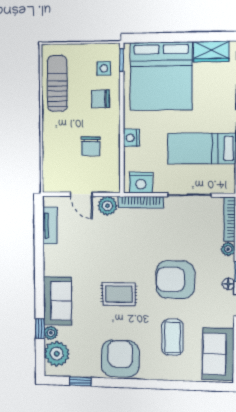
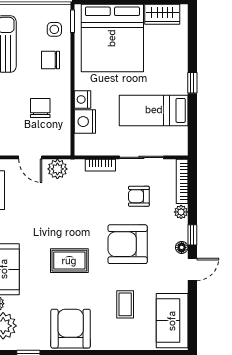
chair: (91, 146) -> (40, 108), turned 180
nightstand: (141, 183) -> (85, 122), moved, turned 90
bookcase: (141, 202) -> (100, 165), width x0.64
armchair: (187, 233) -> (139, 196), added
coffee table: (172, 337) -> (125, 304), width x0.73, depth x0.77

